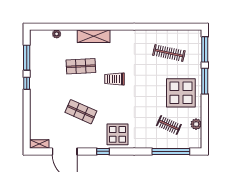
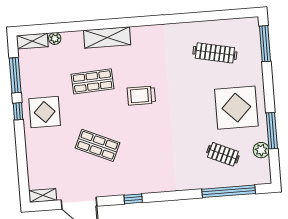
shelving: (41, 35) -> (32, 41), added
window: (205, 81) -> (272, 131), moved
display table: (117, 134) -> (45, 112), moved

